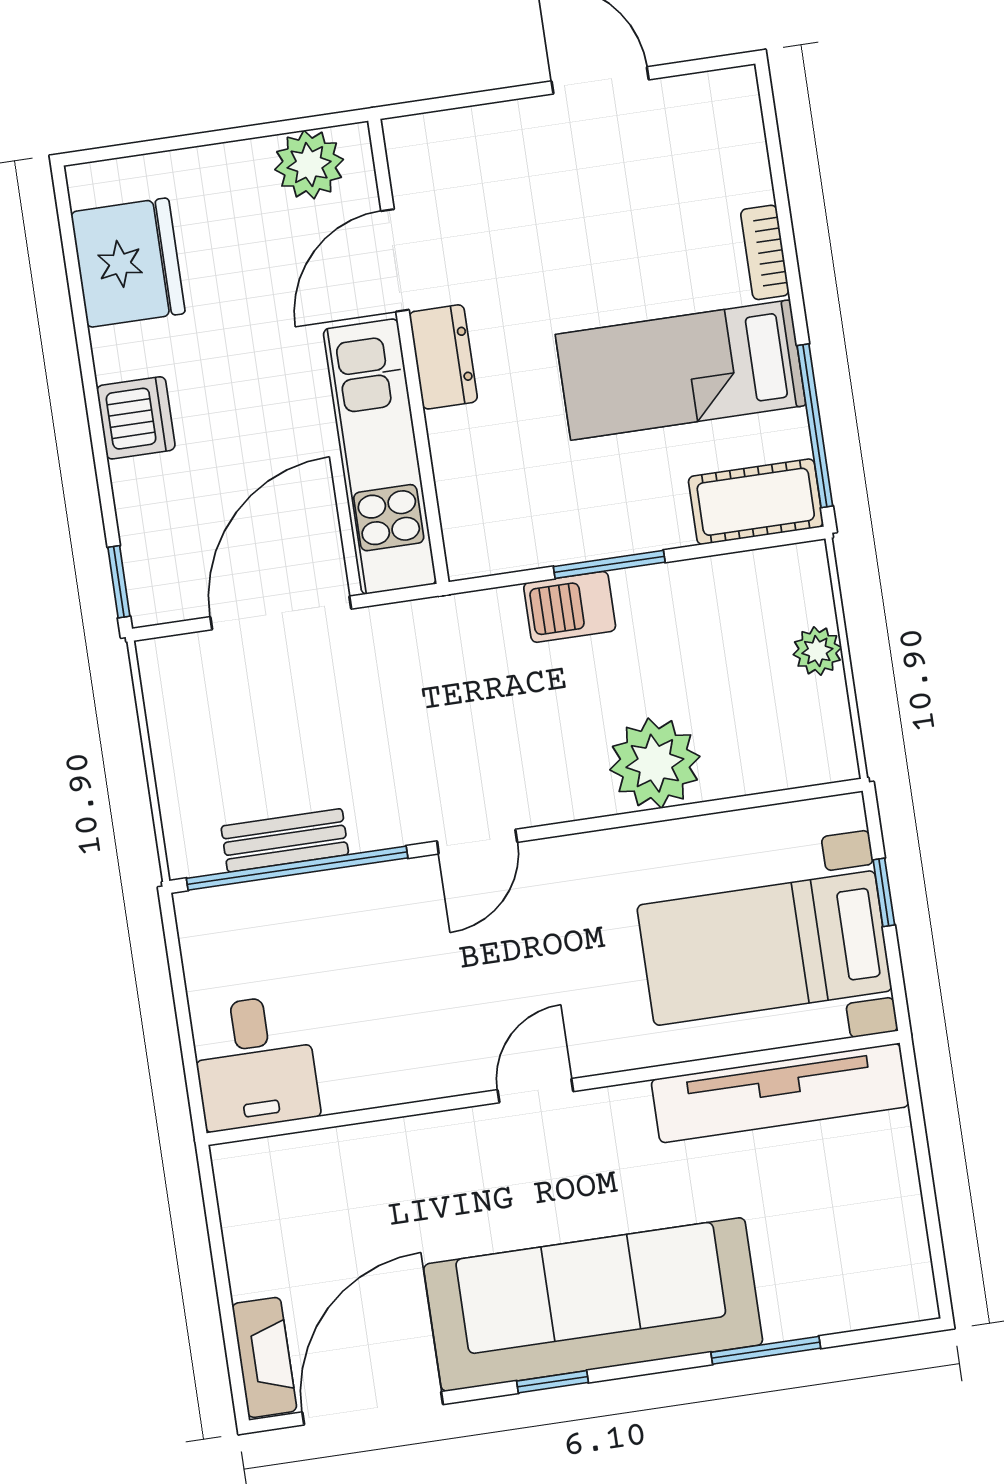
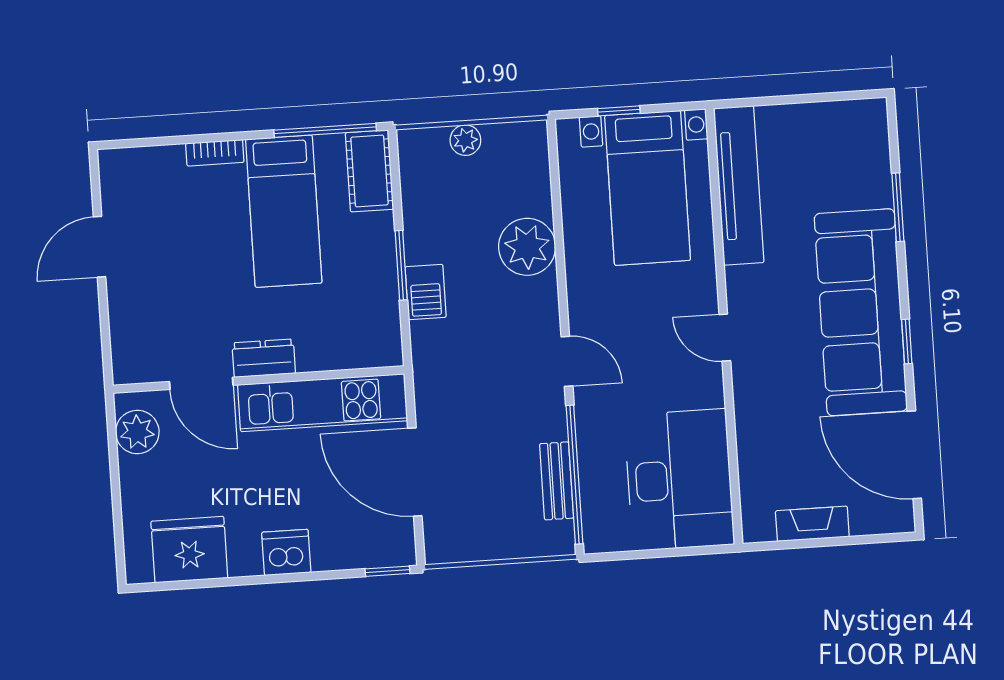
desk: (255, 1062) -> (679, 480), width x1.87, depth x1.30
fireplace: (264, 1357) -> (812, 524), moved

